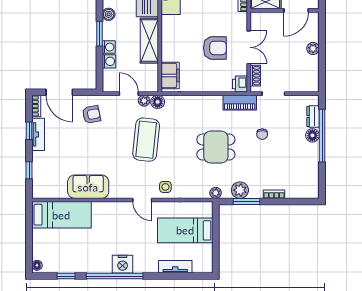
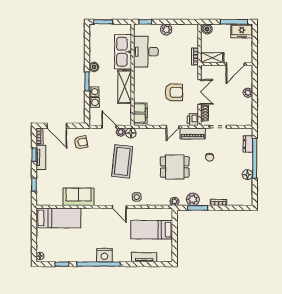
door: (213, 94) -> (172, 127), added
floor lamp: (312, 135) -> (247, 175), moved

